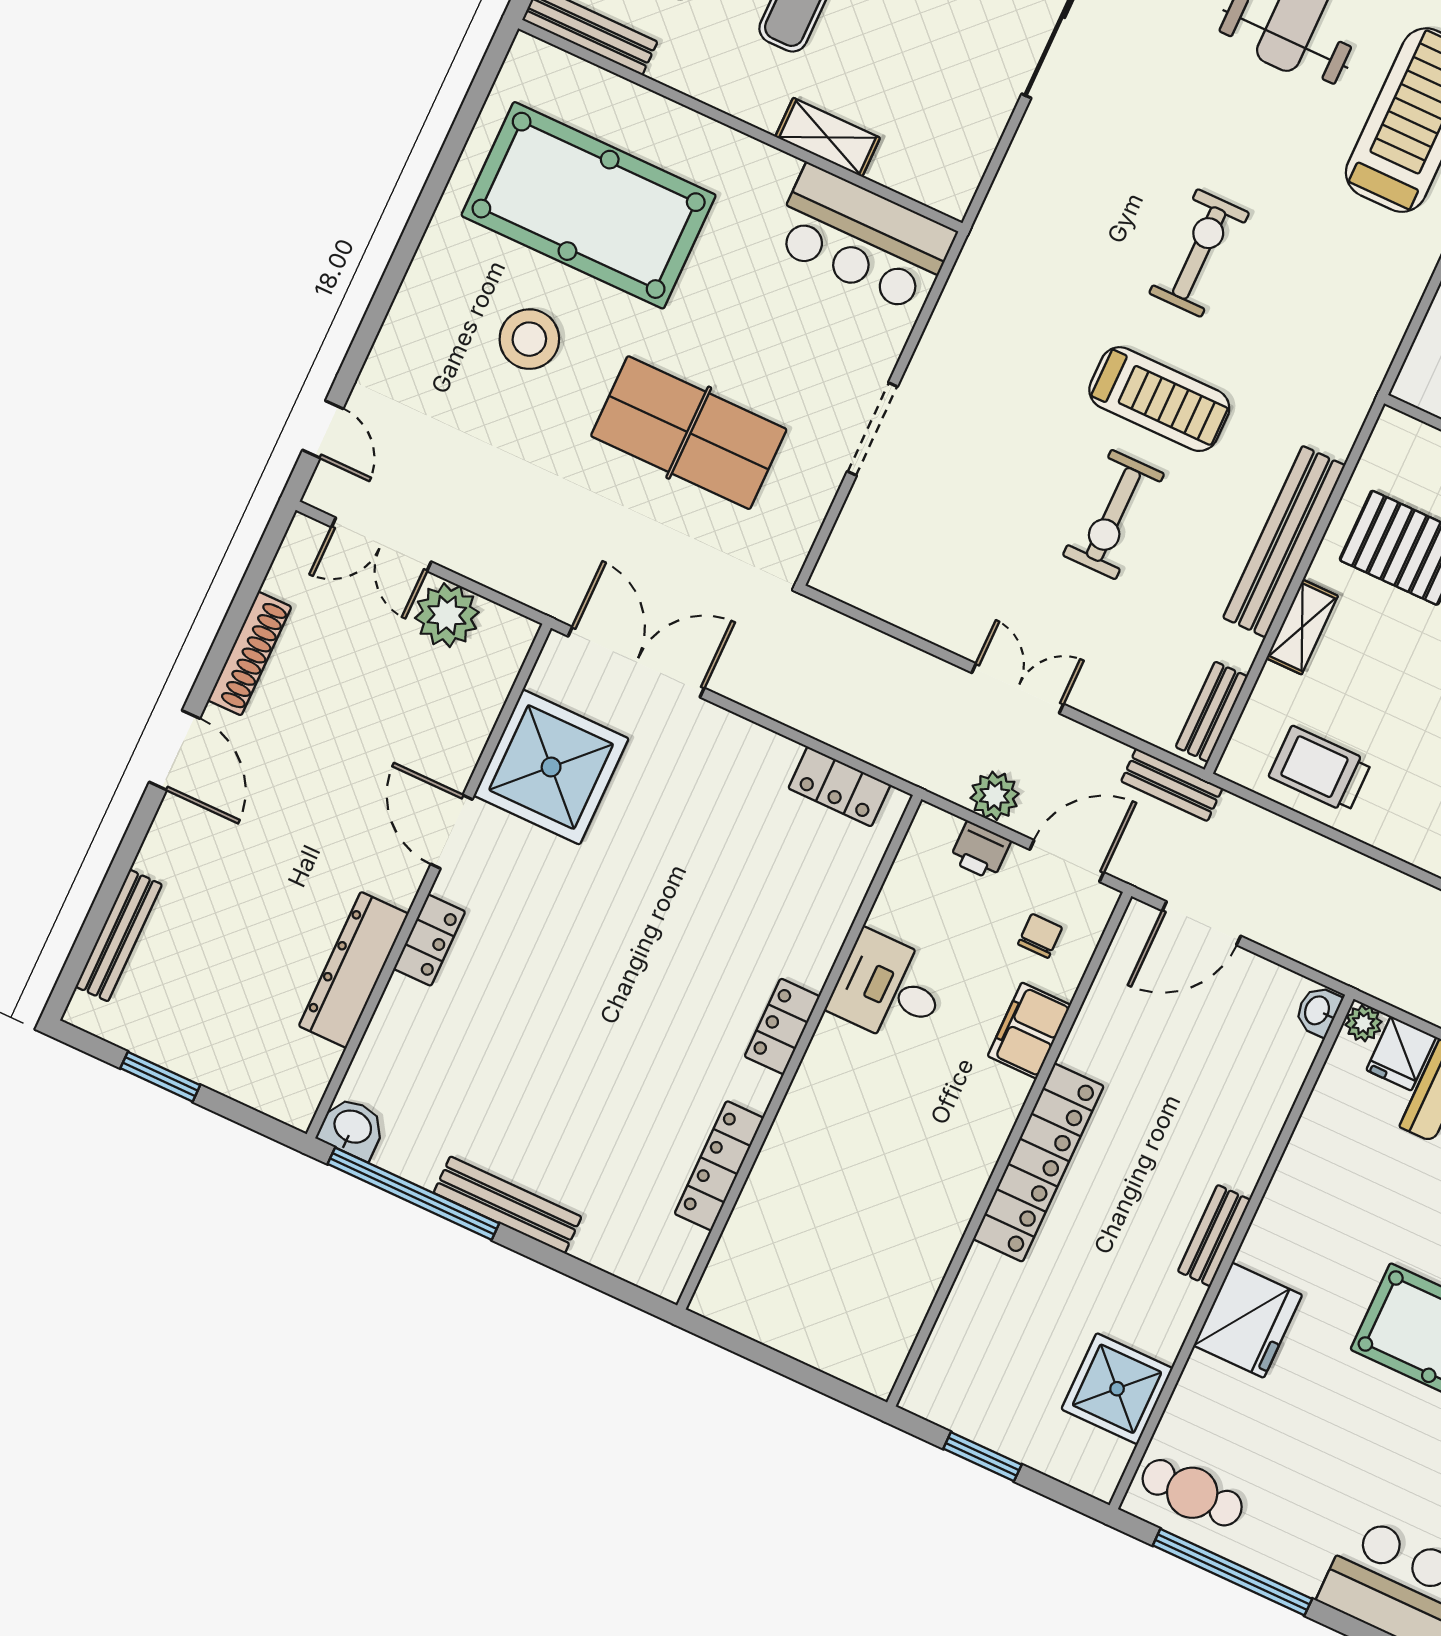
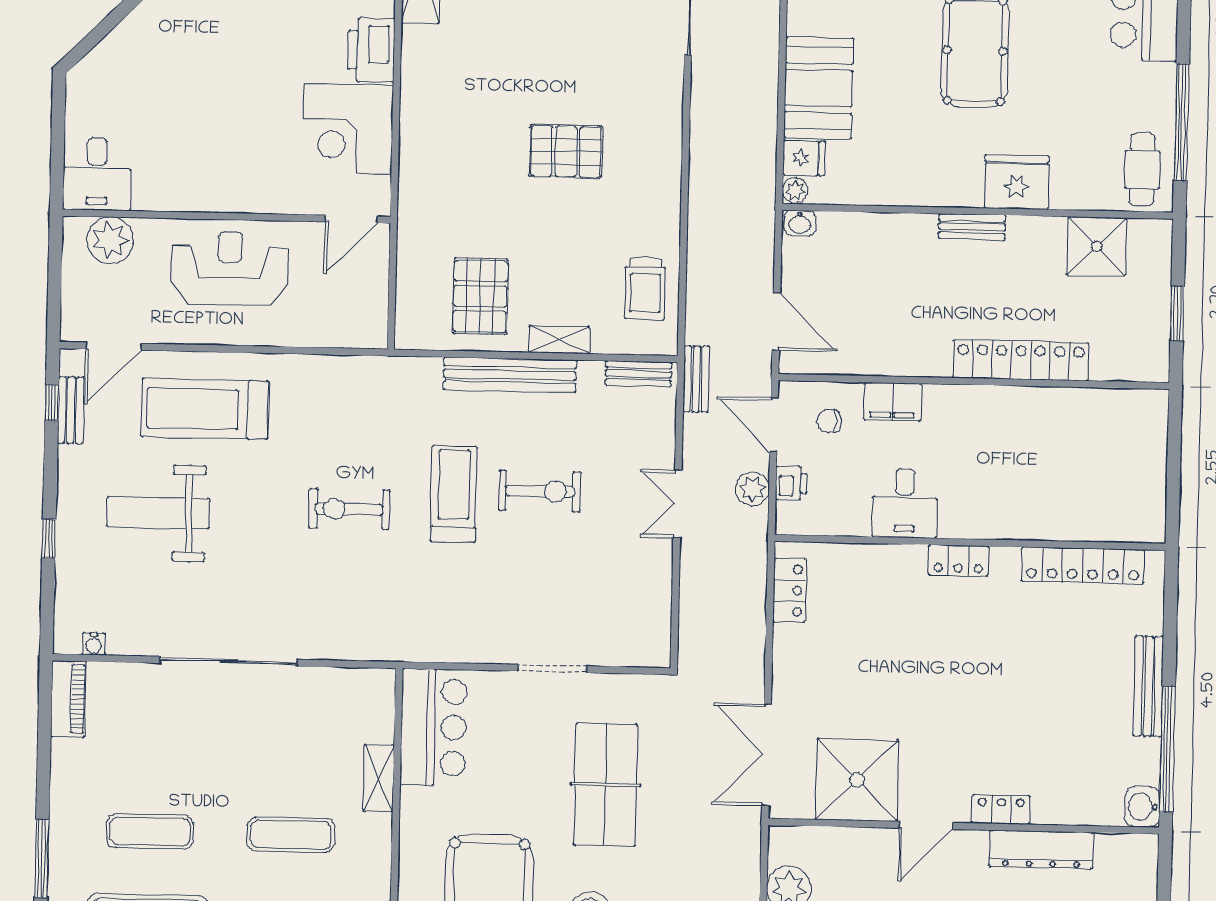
locker: (1038, 1163) -> (1021, 360), moved
locker: (719, 1166) -> (1083, 565), width x1.41, depth x1.21

